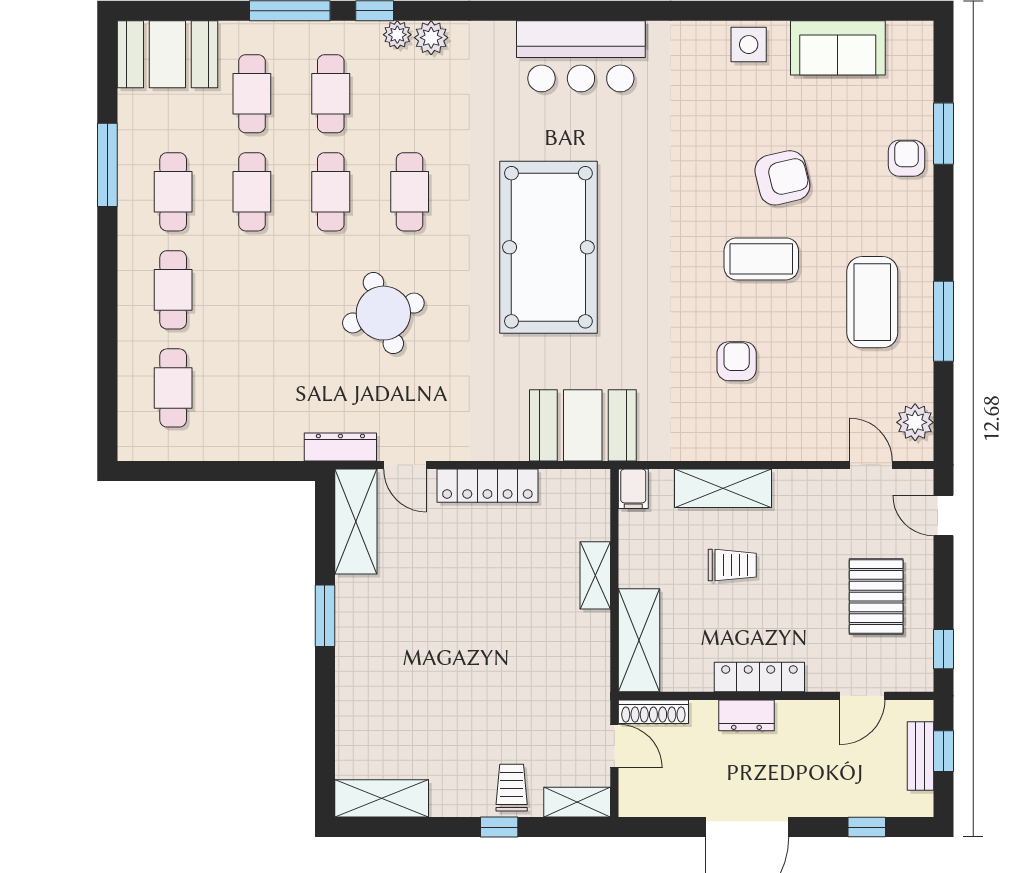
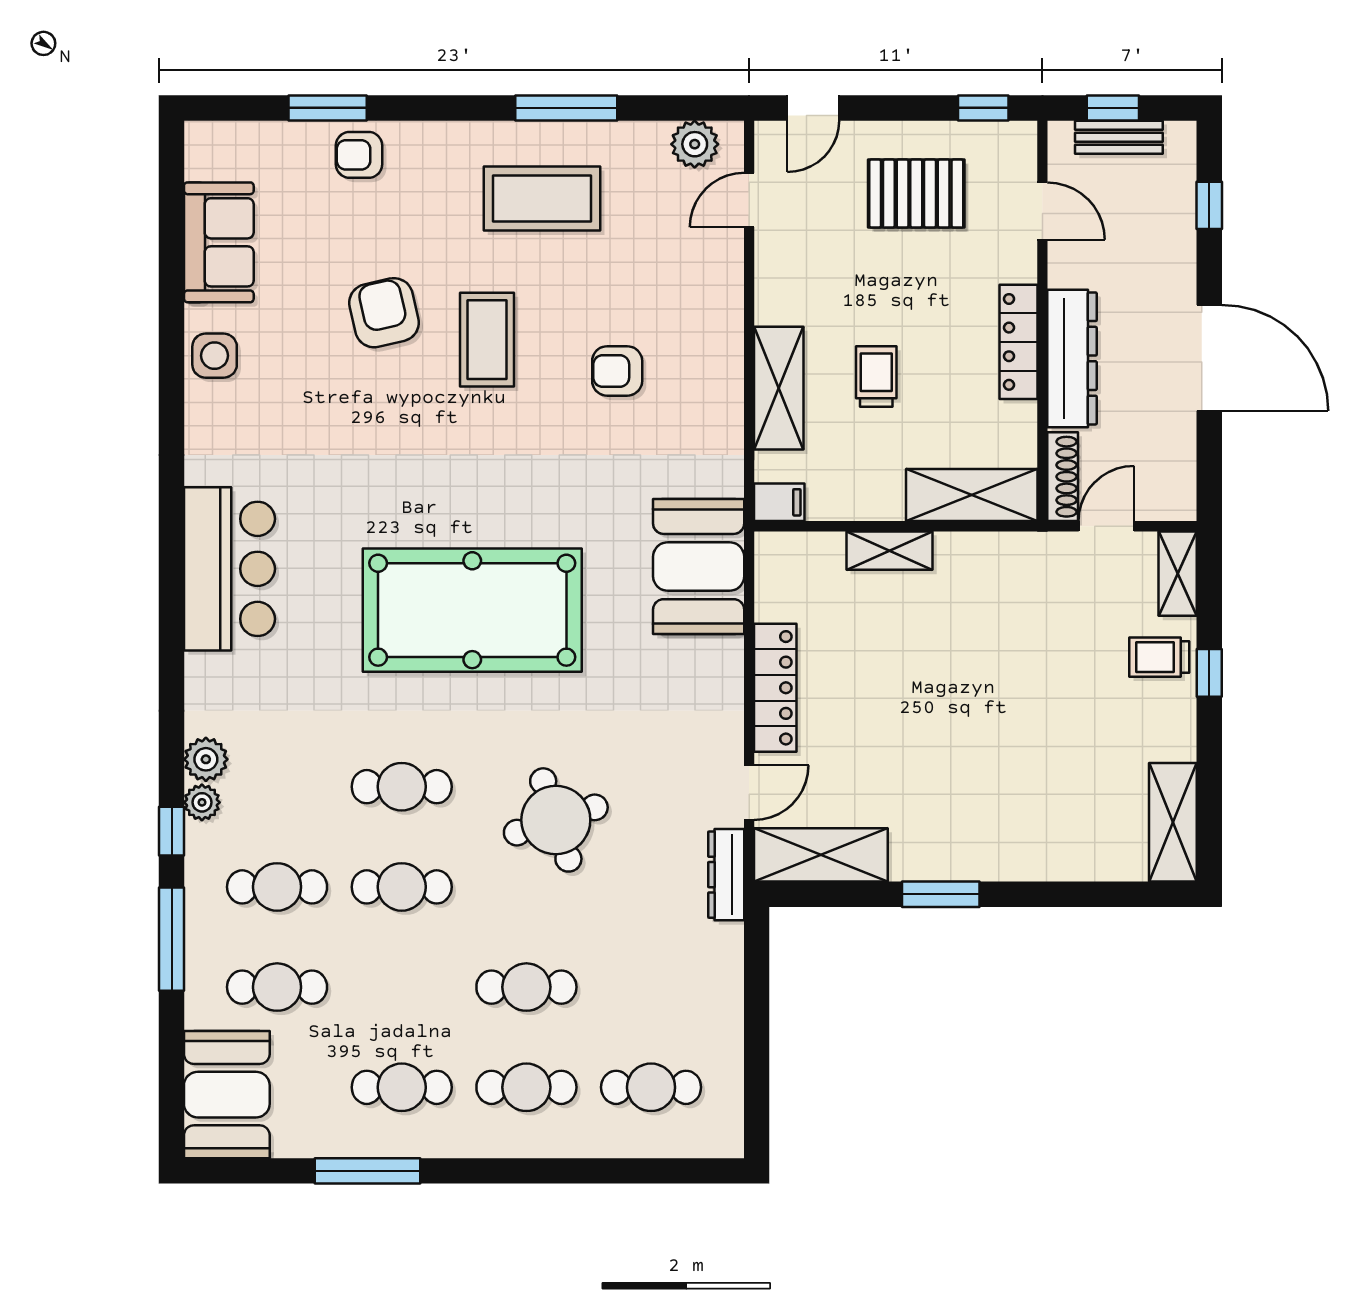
cafe table: (252, 192) -> (526, 987), moved
dresser: (746, 715) -> (1072, 358), width x1.96, depth x1.24

